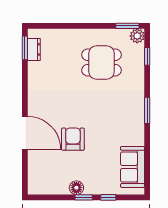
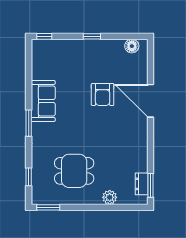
plant: (137, 36) -> (110, 197), moved
sofa: (133, 167) -> (43, 101), moved
floor lamp: (76, 188) -> (132, 46), moved
window: (108, 197) -> (44, 36), moved

